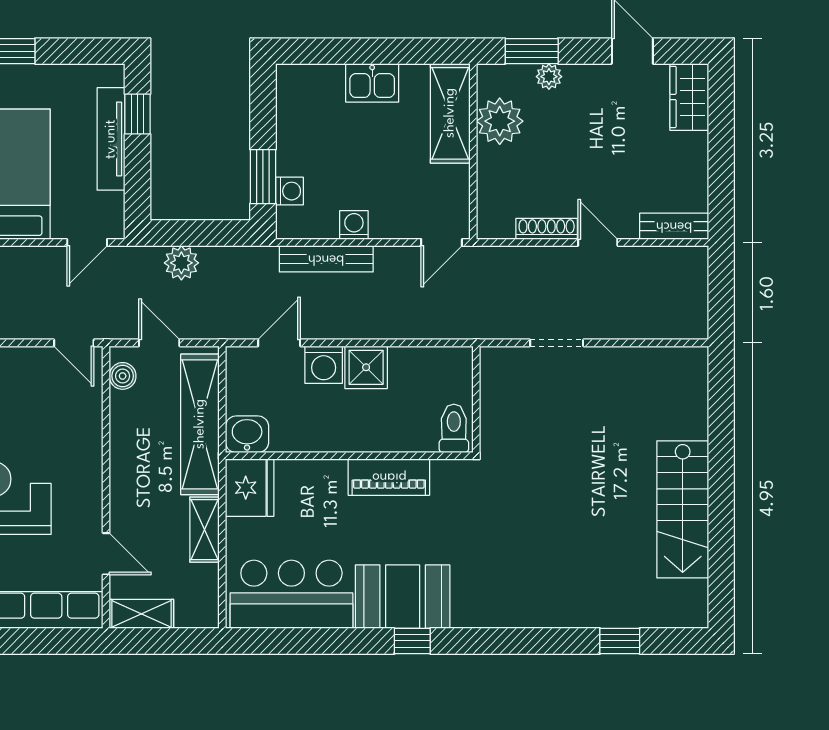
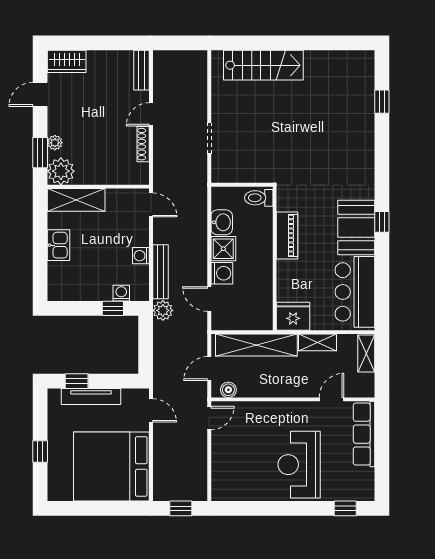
plant: (500, 121) -> (61, 171), moved
window: (263, 177) -> (113, 308), width x0.67
plant: (181, 263) -> (163, 310), moved
washbasin: (247, 434) -> (222, 222), moved, turned 180
stairs: (683, 509) -> (263, 65), moved
shelving: (141, 614) -> (366, 353), moved

